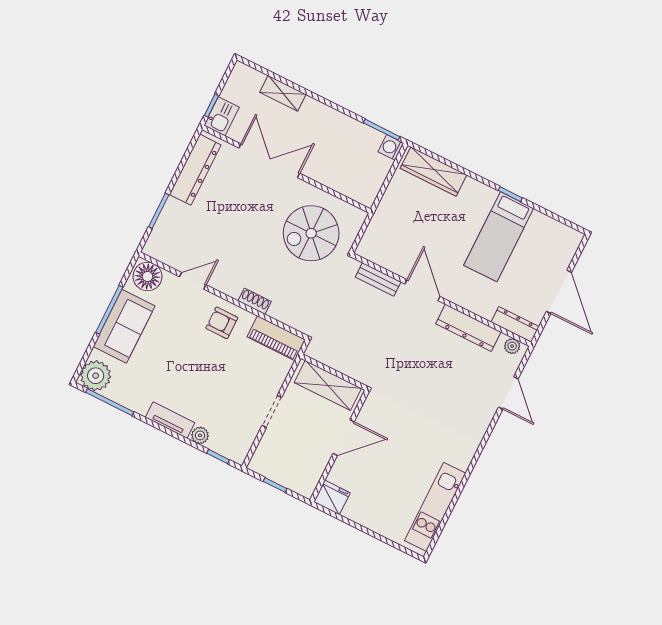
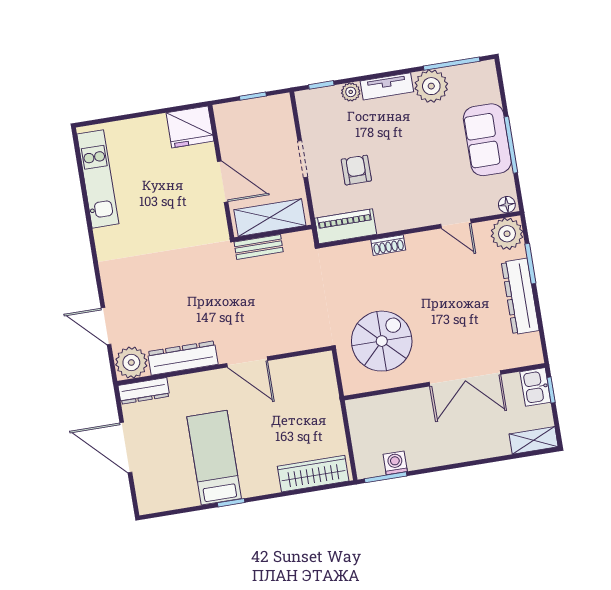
shelving: (283, 93) -> (534, 440), moved
washing machine: (391, 147) -> (395, 463), moved, turned -90
dresser: (195, 170) -> (520, 296), moved
plant: (160, 246) -> (507, 234), added
floor lamp: (147, 276) -> (507, 205), width x0.53, depth x0.53
bench: (378, 279) -> (259, 247), moved
door: (193, 281) -> (456, 224), hinge flipped
armchair: (222, 323) -> (356, 170), moved, turned -90
plant: (512, 346) -> (131, 363), width x1.88, depth x1.88
plant: (96, 376) -> (431, 86), moved
door: (344, 438) -> (223, 182), swing flipped
fridge: (332, 497) -> (190, 127), width x1.36, depth x1.34

